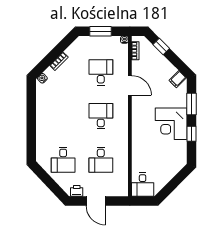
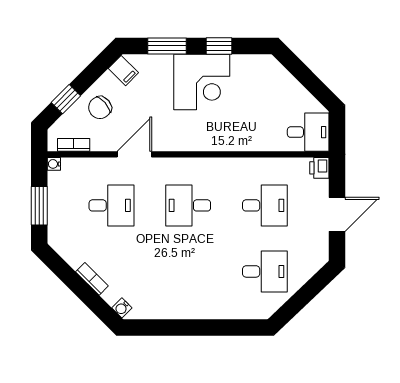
chair: (157, 66) -> (100, 108), added
desk: (101, 72) -> (111, 205), turned 180
printer: (77, 191) -> (319, 168), moved

